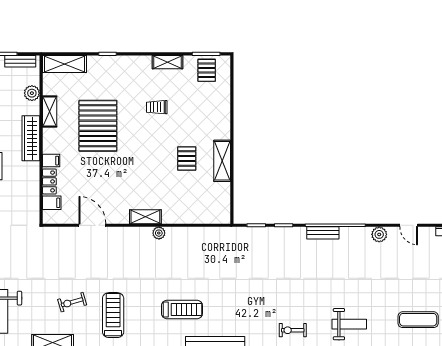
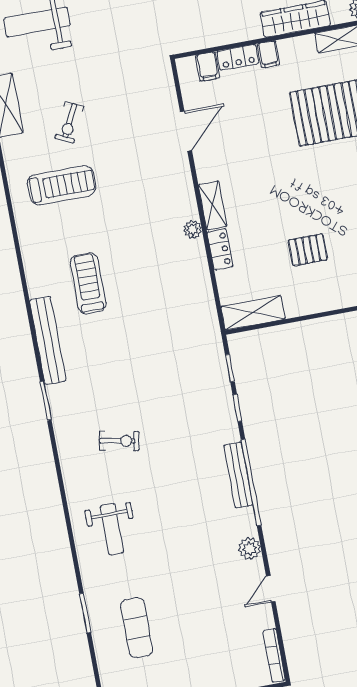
shelving: (222, 161) -> (253, 313), moved
locker: (176, 217) -> (220, 249), added
bench: (323, 233) -> (238, 475), width x1.36
exercise bike: (72, 302) -> (69, 122), turned -138
treadmill: (182, 309) -> (88, 283), turned 180
exercise bike: (293, 330) -> (119, 441), moved, turned 101

